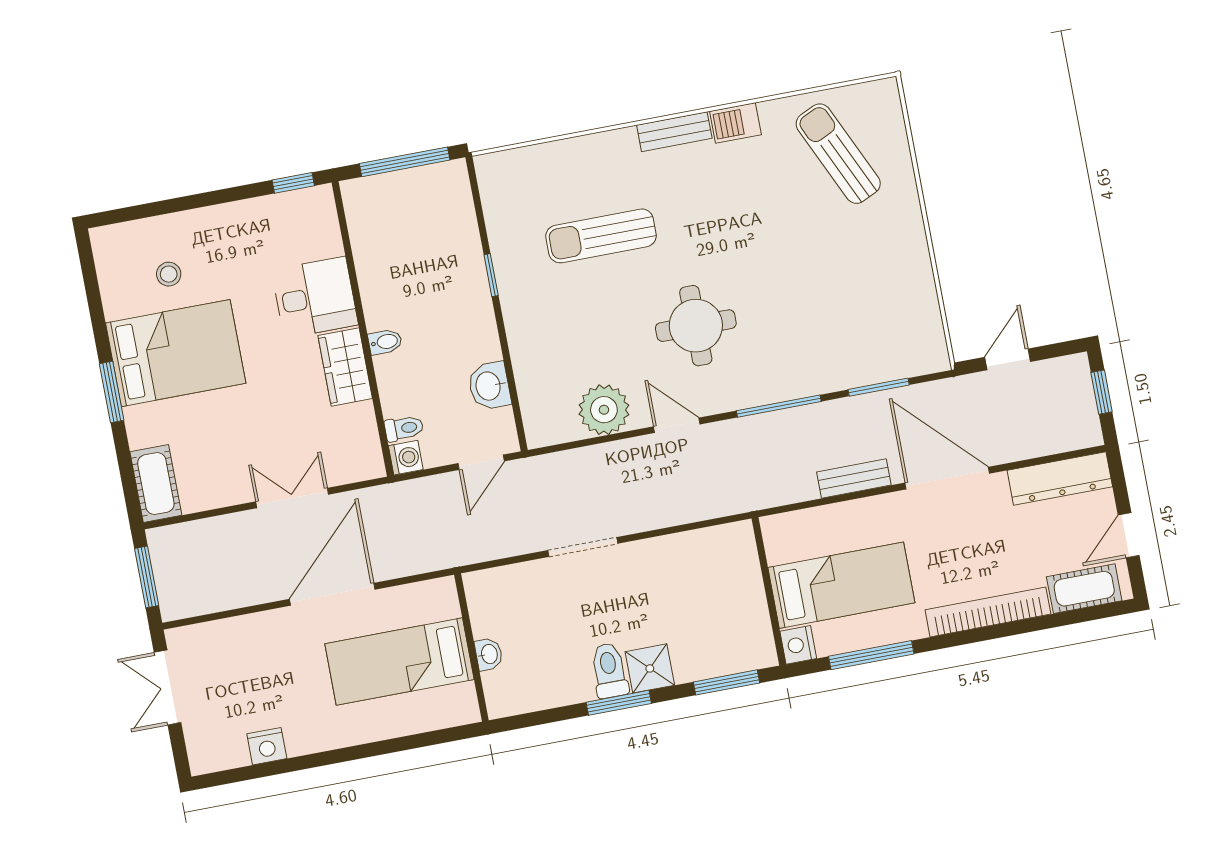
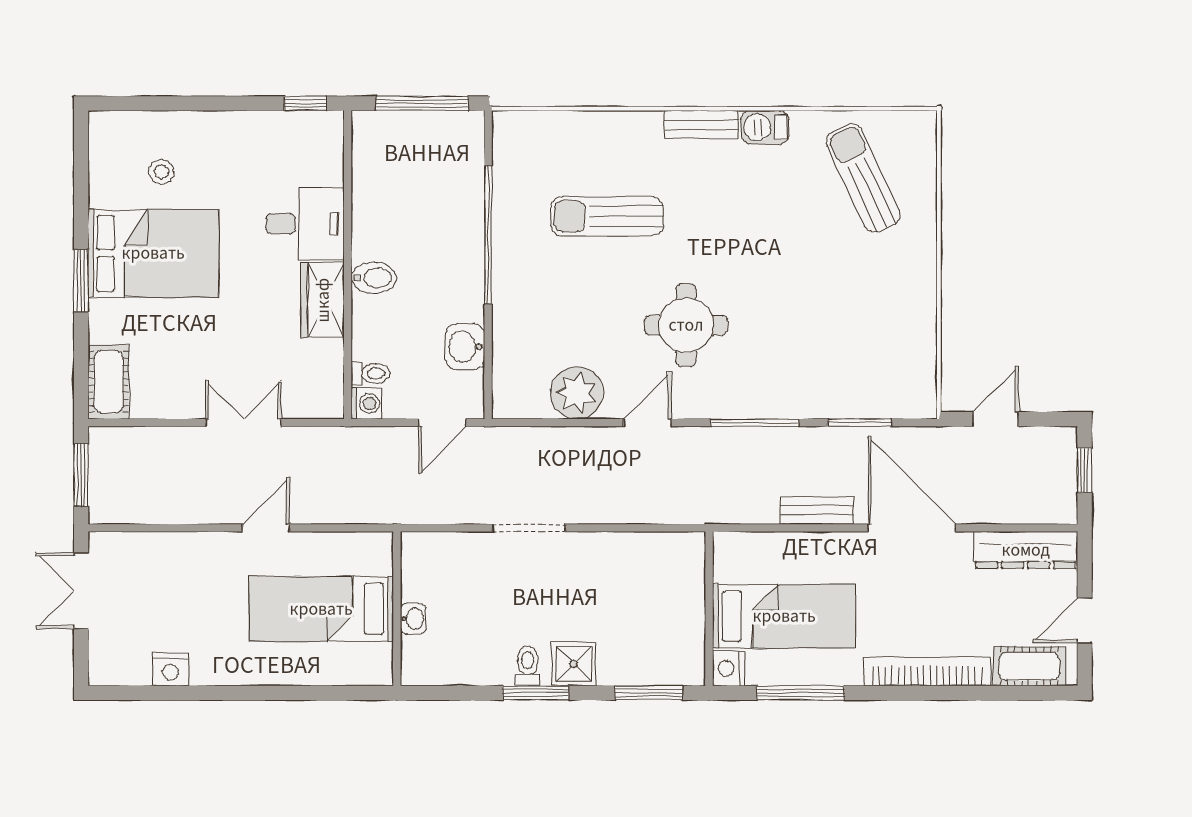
window: (491, 275) -> (488, 235), width x3.17
bidet: (385, 342) -> (374, 278), width x1.38, depth x1.36
door: (677, 425) -> (648, 423), hinge flipped
door: (332, 594) -> (266, 528), width x0.53
toilet: (609, 670) -> (528, 666), width x0.73, depth x0.72

